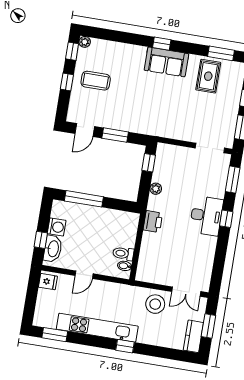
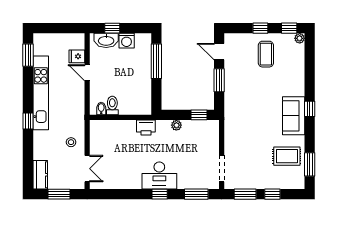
fridge: (48, 282) -> (77, 56), moved, turned 90
double door: (186, 292) -> (87, 169), swing flipped
stool: (155, 304) -> (71, 142), width x0.53, depth x0.53
kitchen counter: (193, 336) -> (40, 175), moved, turned 90

